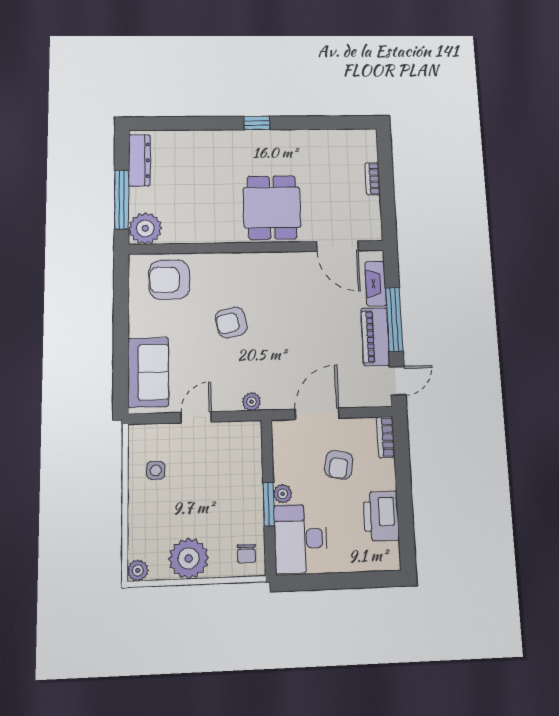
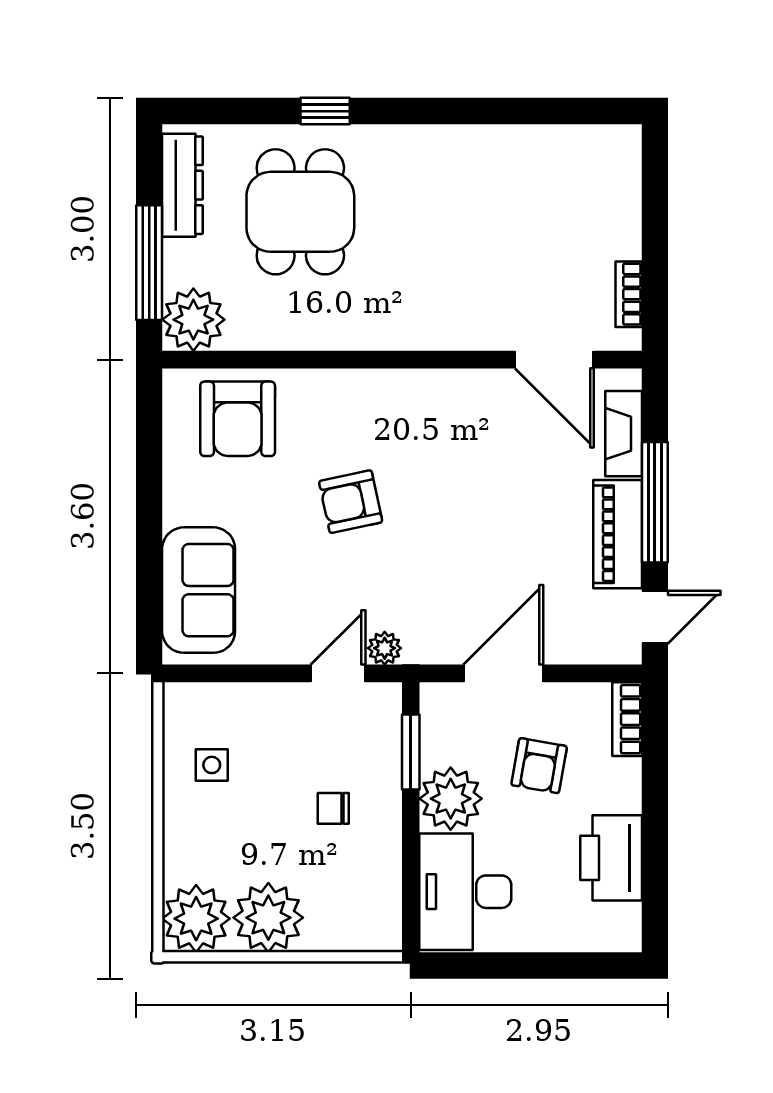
window: (257, 123) -> (325, 111), moved
bookcase: (373, 179) -> (629, 294), moved
dining table: (272, 207) -> (300, 212), moved
armchair: (169, 280) -> (238, 419), turned -90
door: (196, 417) -> (338, 673), moved
plant: (283, 494) -> (451, 799), width x1.88, depth x1.88
window: (269, 504) -> (411, 752), moved
chair: (247, 554) -> (333, 808), moved, turned 90
plant: (138, 570) -> (196, 919), width x1.87, depth x1.87

